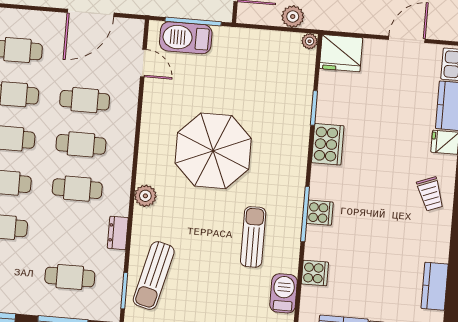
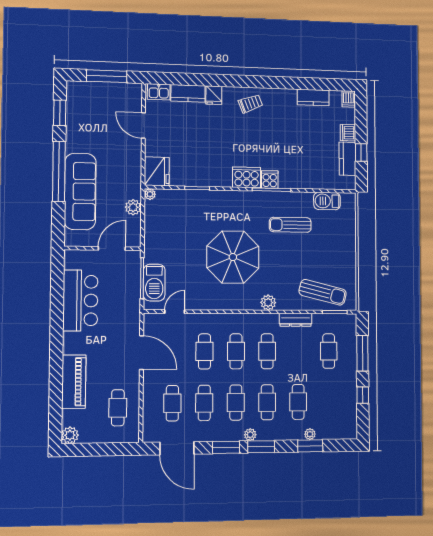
cooker: (328, 144) -> (247, 177), moved
dresser: (118, 233) -> (296, 320), width x1.44
cooker: (315, 273) -> (311, 180), removed

